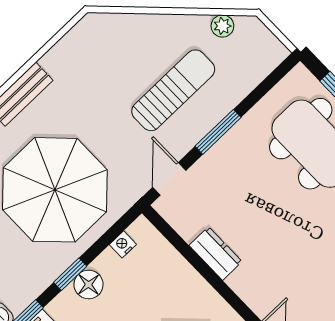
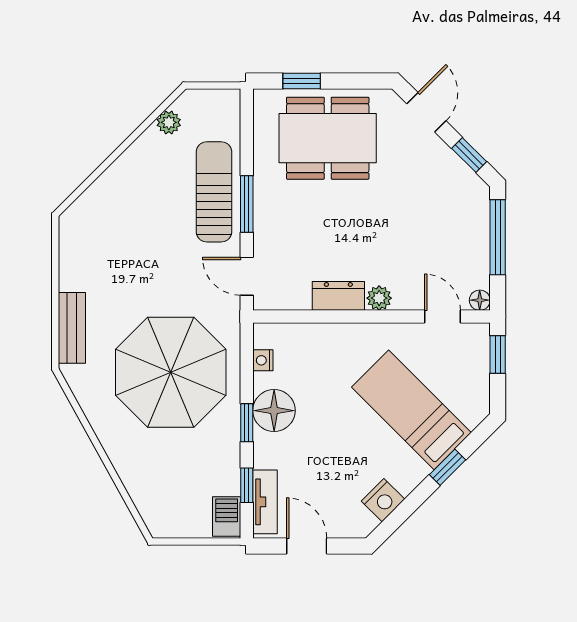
sun lounger: (173, 90) -> (214, 192), moved
plant: (241, 283) -> (379, 298), added
floor lamp: (89, 284) -> (274, 411), width x1.38, depth x1.38

